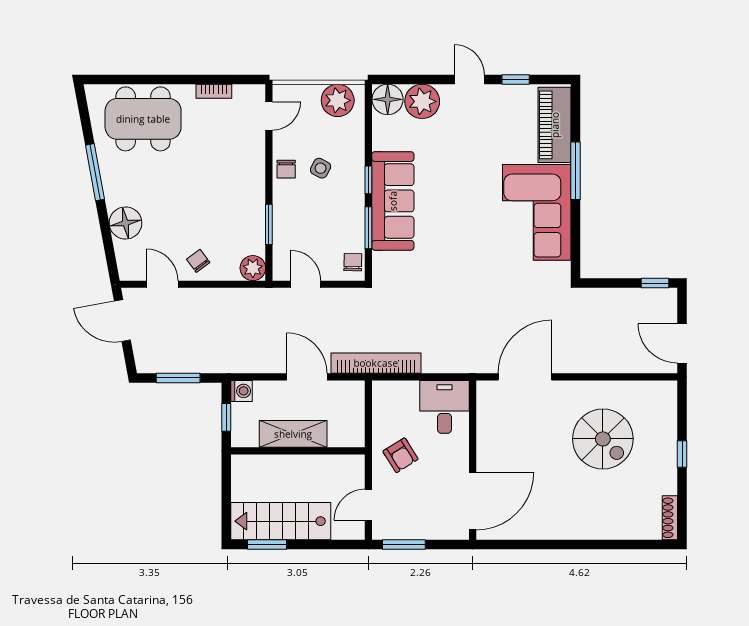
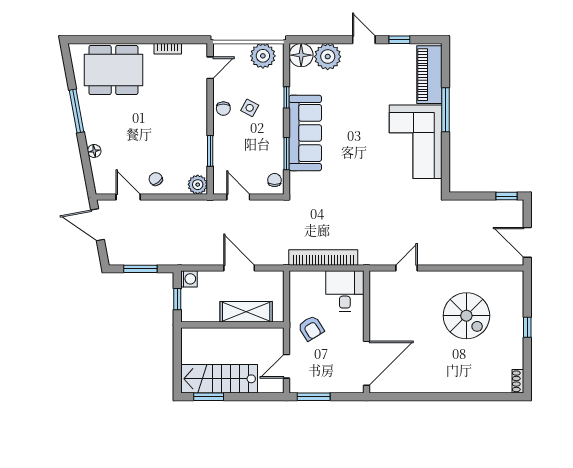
window: (368, 180) -> (286, 97), moved
floor lamp: (125, 223) -> (94, 151), width x0.53, depth x0.53
bookcase: (376, 363) -> (323, 258), moved
door: (525, 377) -> (407, 268), width x0.53
shelving: (293, 434) -> (246, 312), moved
shoe rack: (670, 518) -> (518, 381), width x0.70

